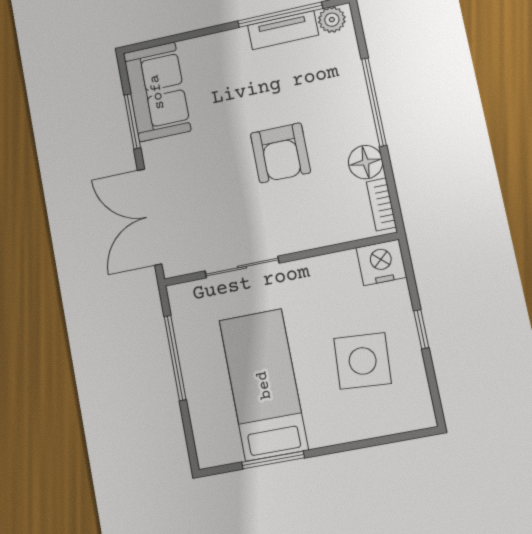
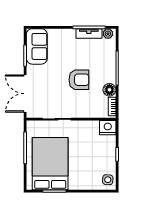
armchair: (280, 153) -> (79, 80), turned -90
side table: (363, 361) -> (108, 180), moved, width x0.54, depth x0.54
bed: (264, 385) -> (50, 164), width x1.50

